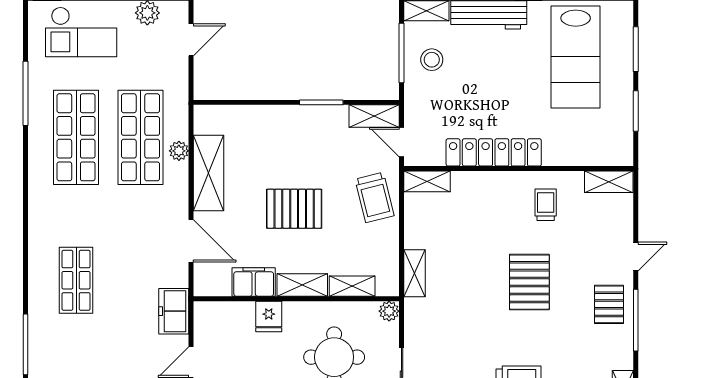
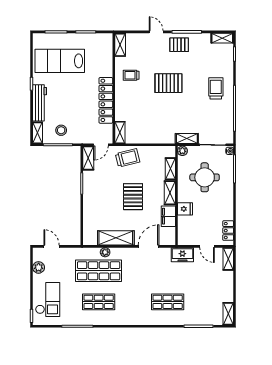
lab bench: (576, 57) -> (60, 61), turned 180
shop shelf: (76, 137) -> (99, 302), width x0.70, depth x0.74
shelving: (414, 273) -> (187, 139), moved

